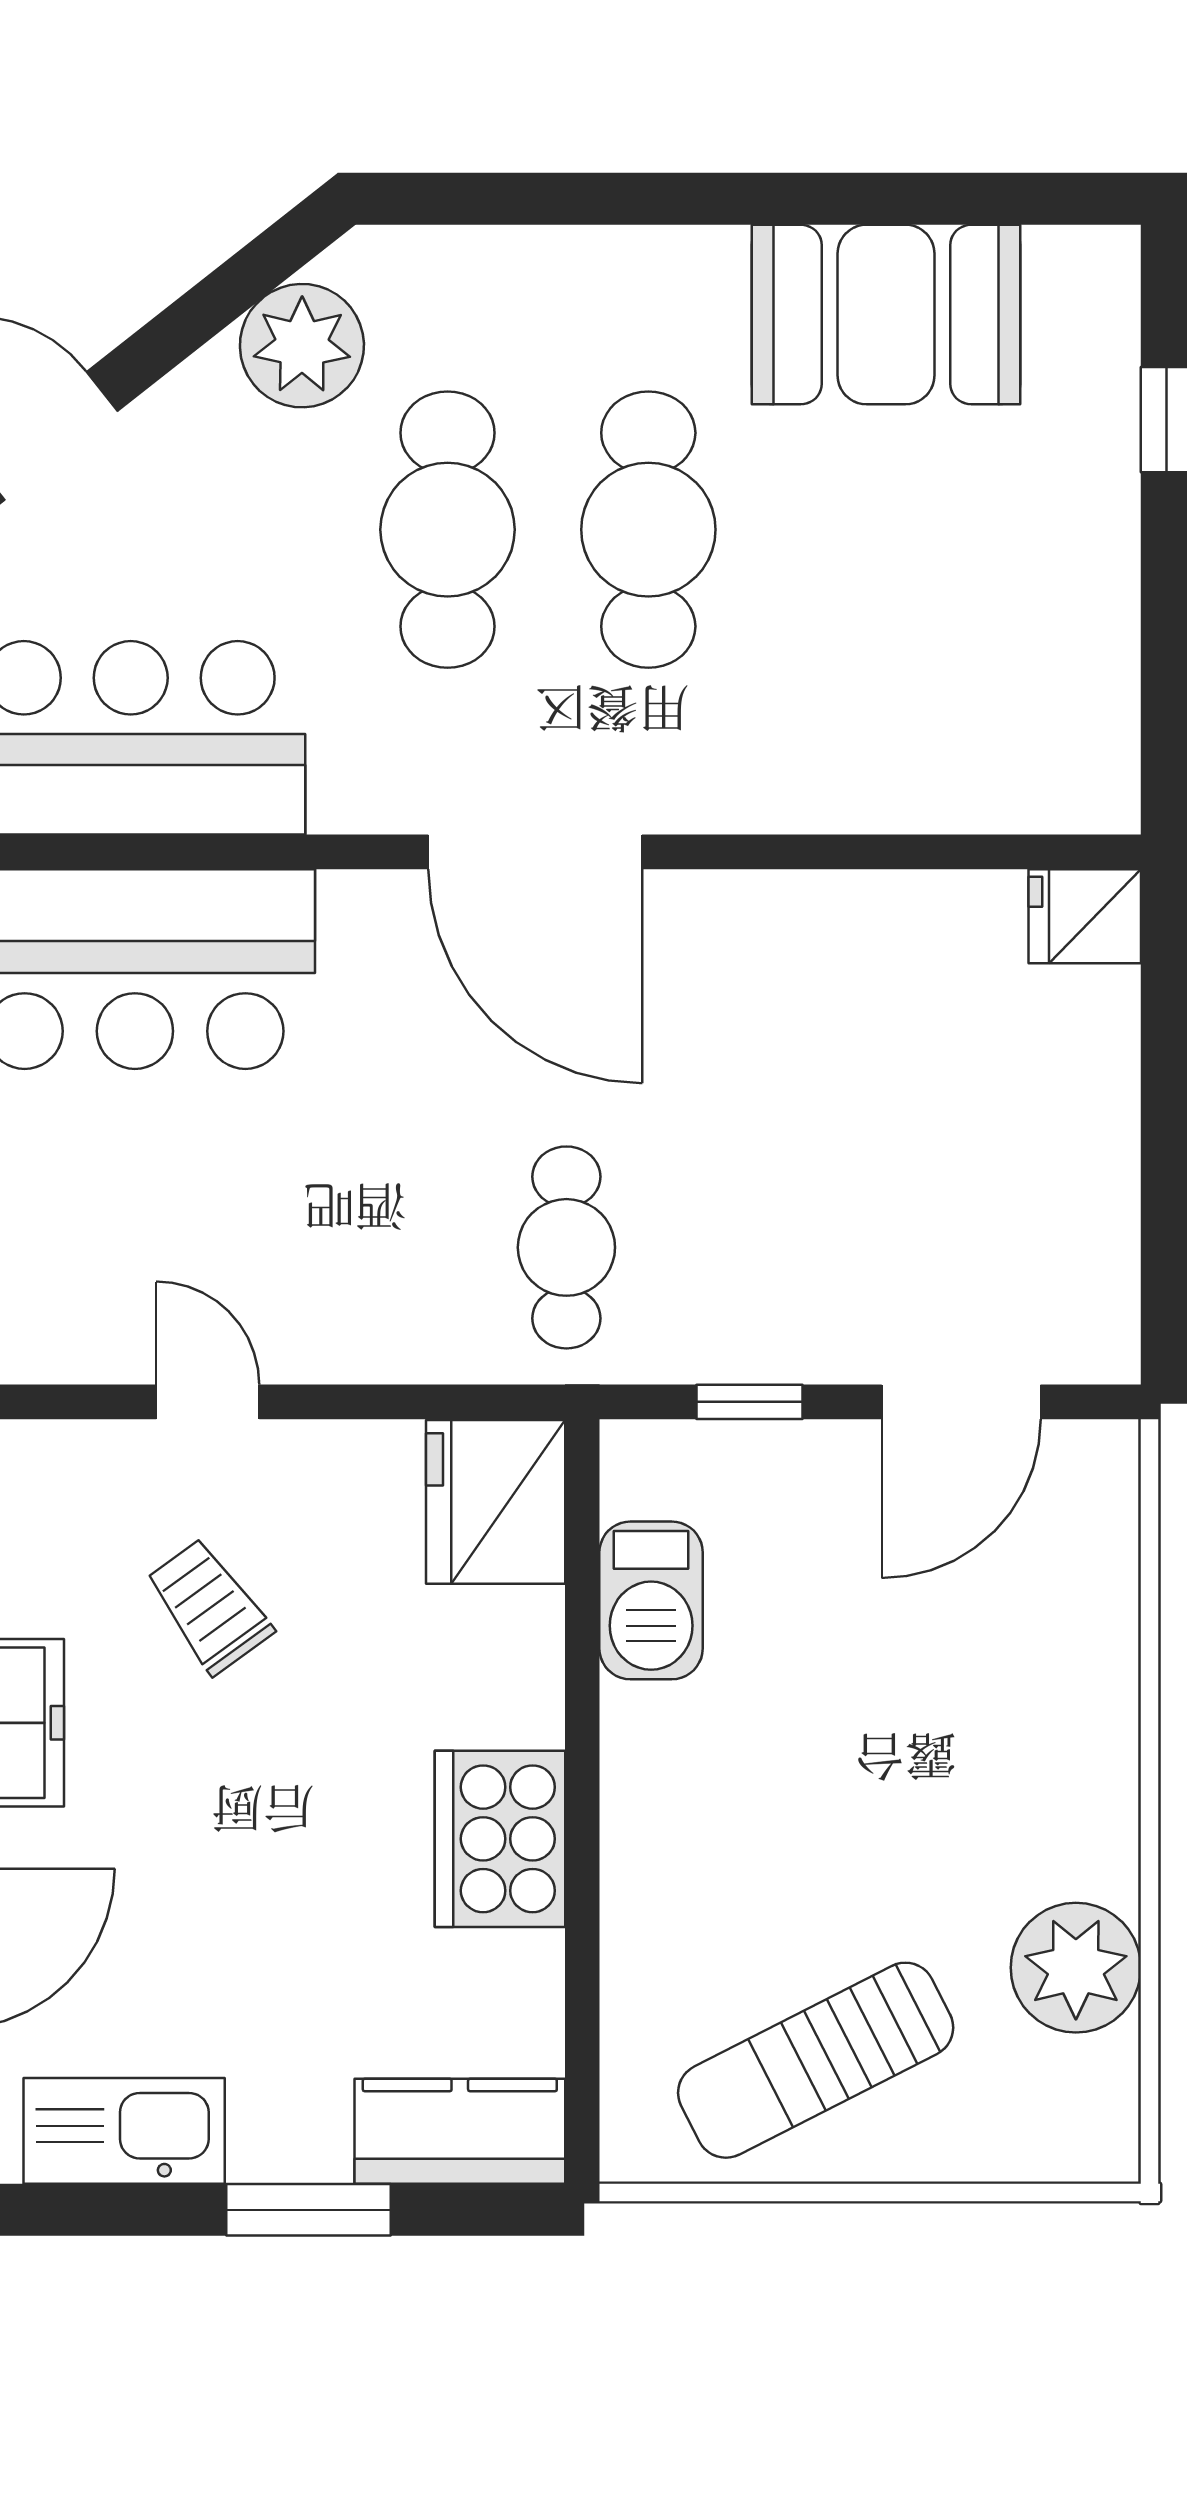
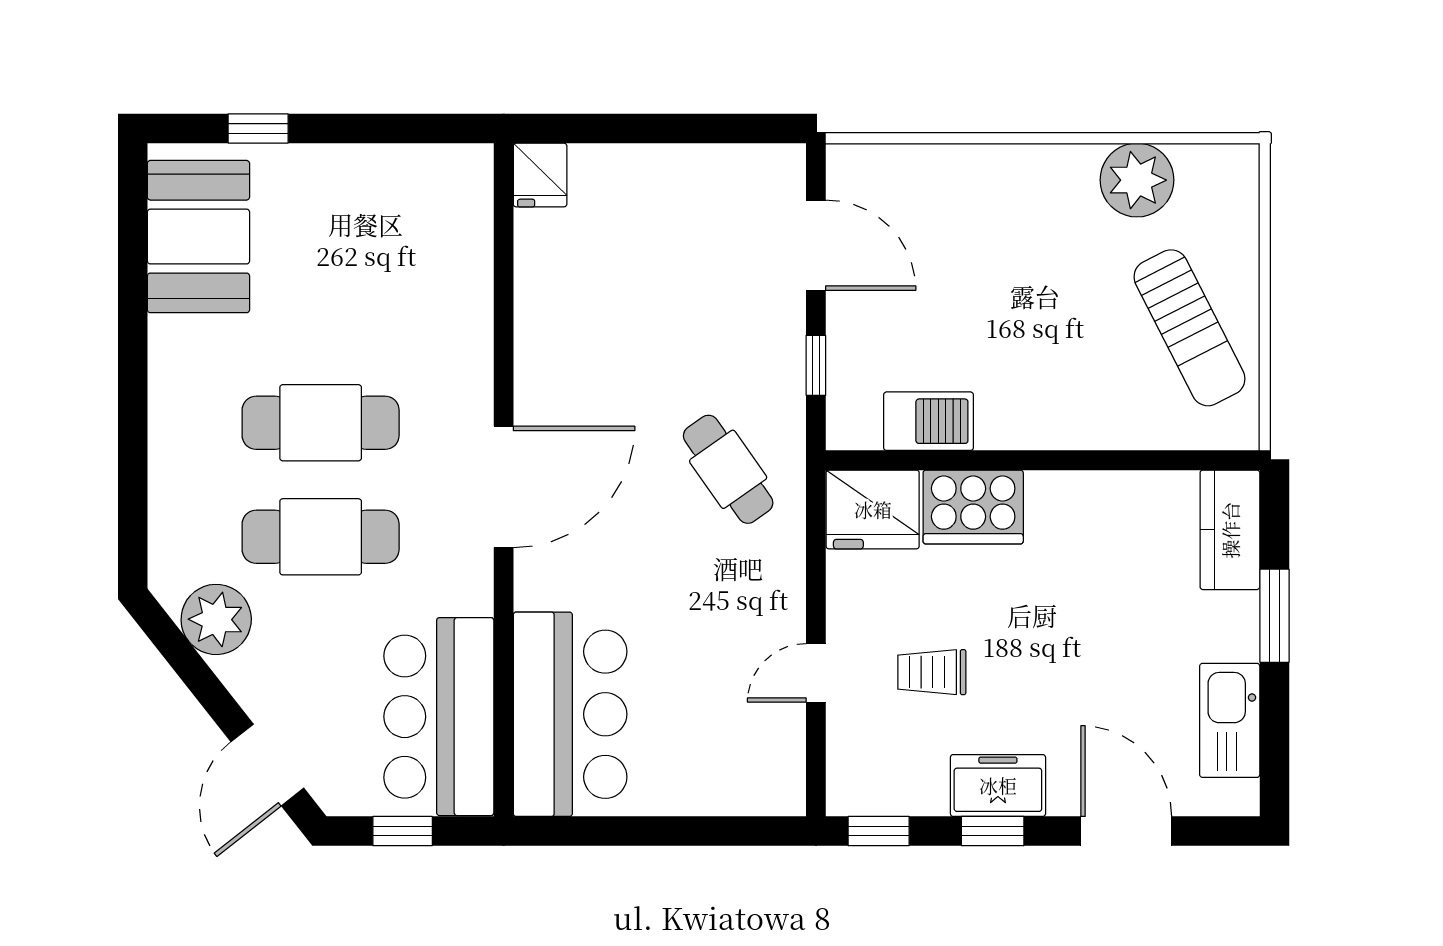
booth: (886, 314) -> (198, 237), moved
cafe table: (566, 1247) -> (728, 469), turned 55
trolley: (209, 1606) -> (932, 672), turned 36
cooker: (500, 1839) -> (973, 507), moved

